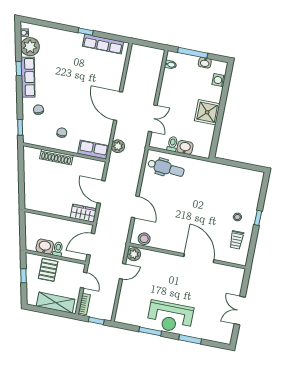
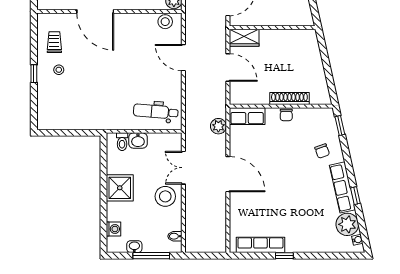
stool: (172, 98) -> (165, 196), added
chair: (62, 133) -> (286, 115), moved
toilet: (172, 144) -> (122, 142), moved

